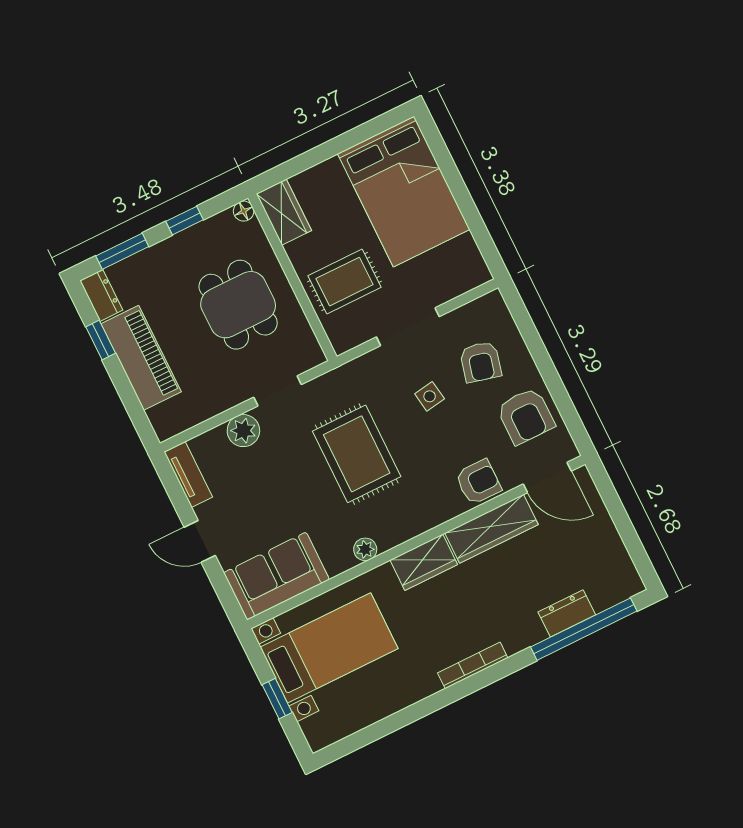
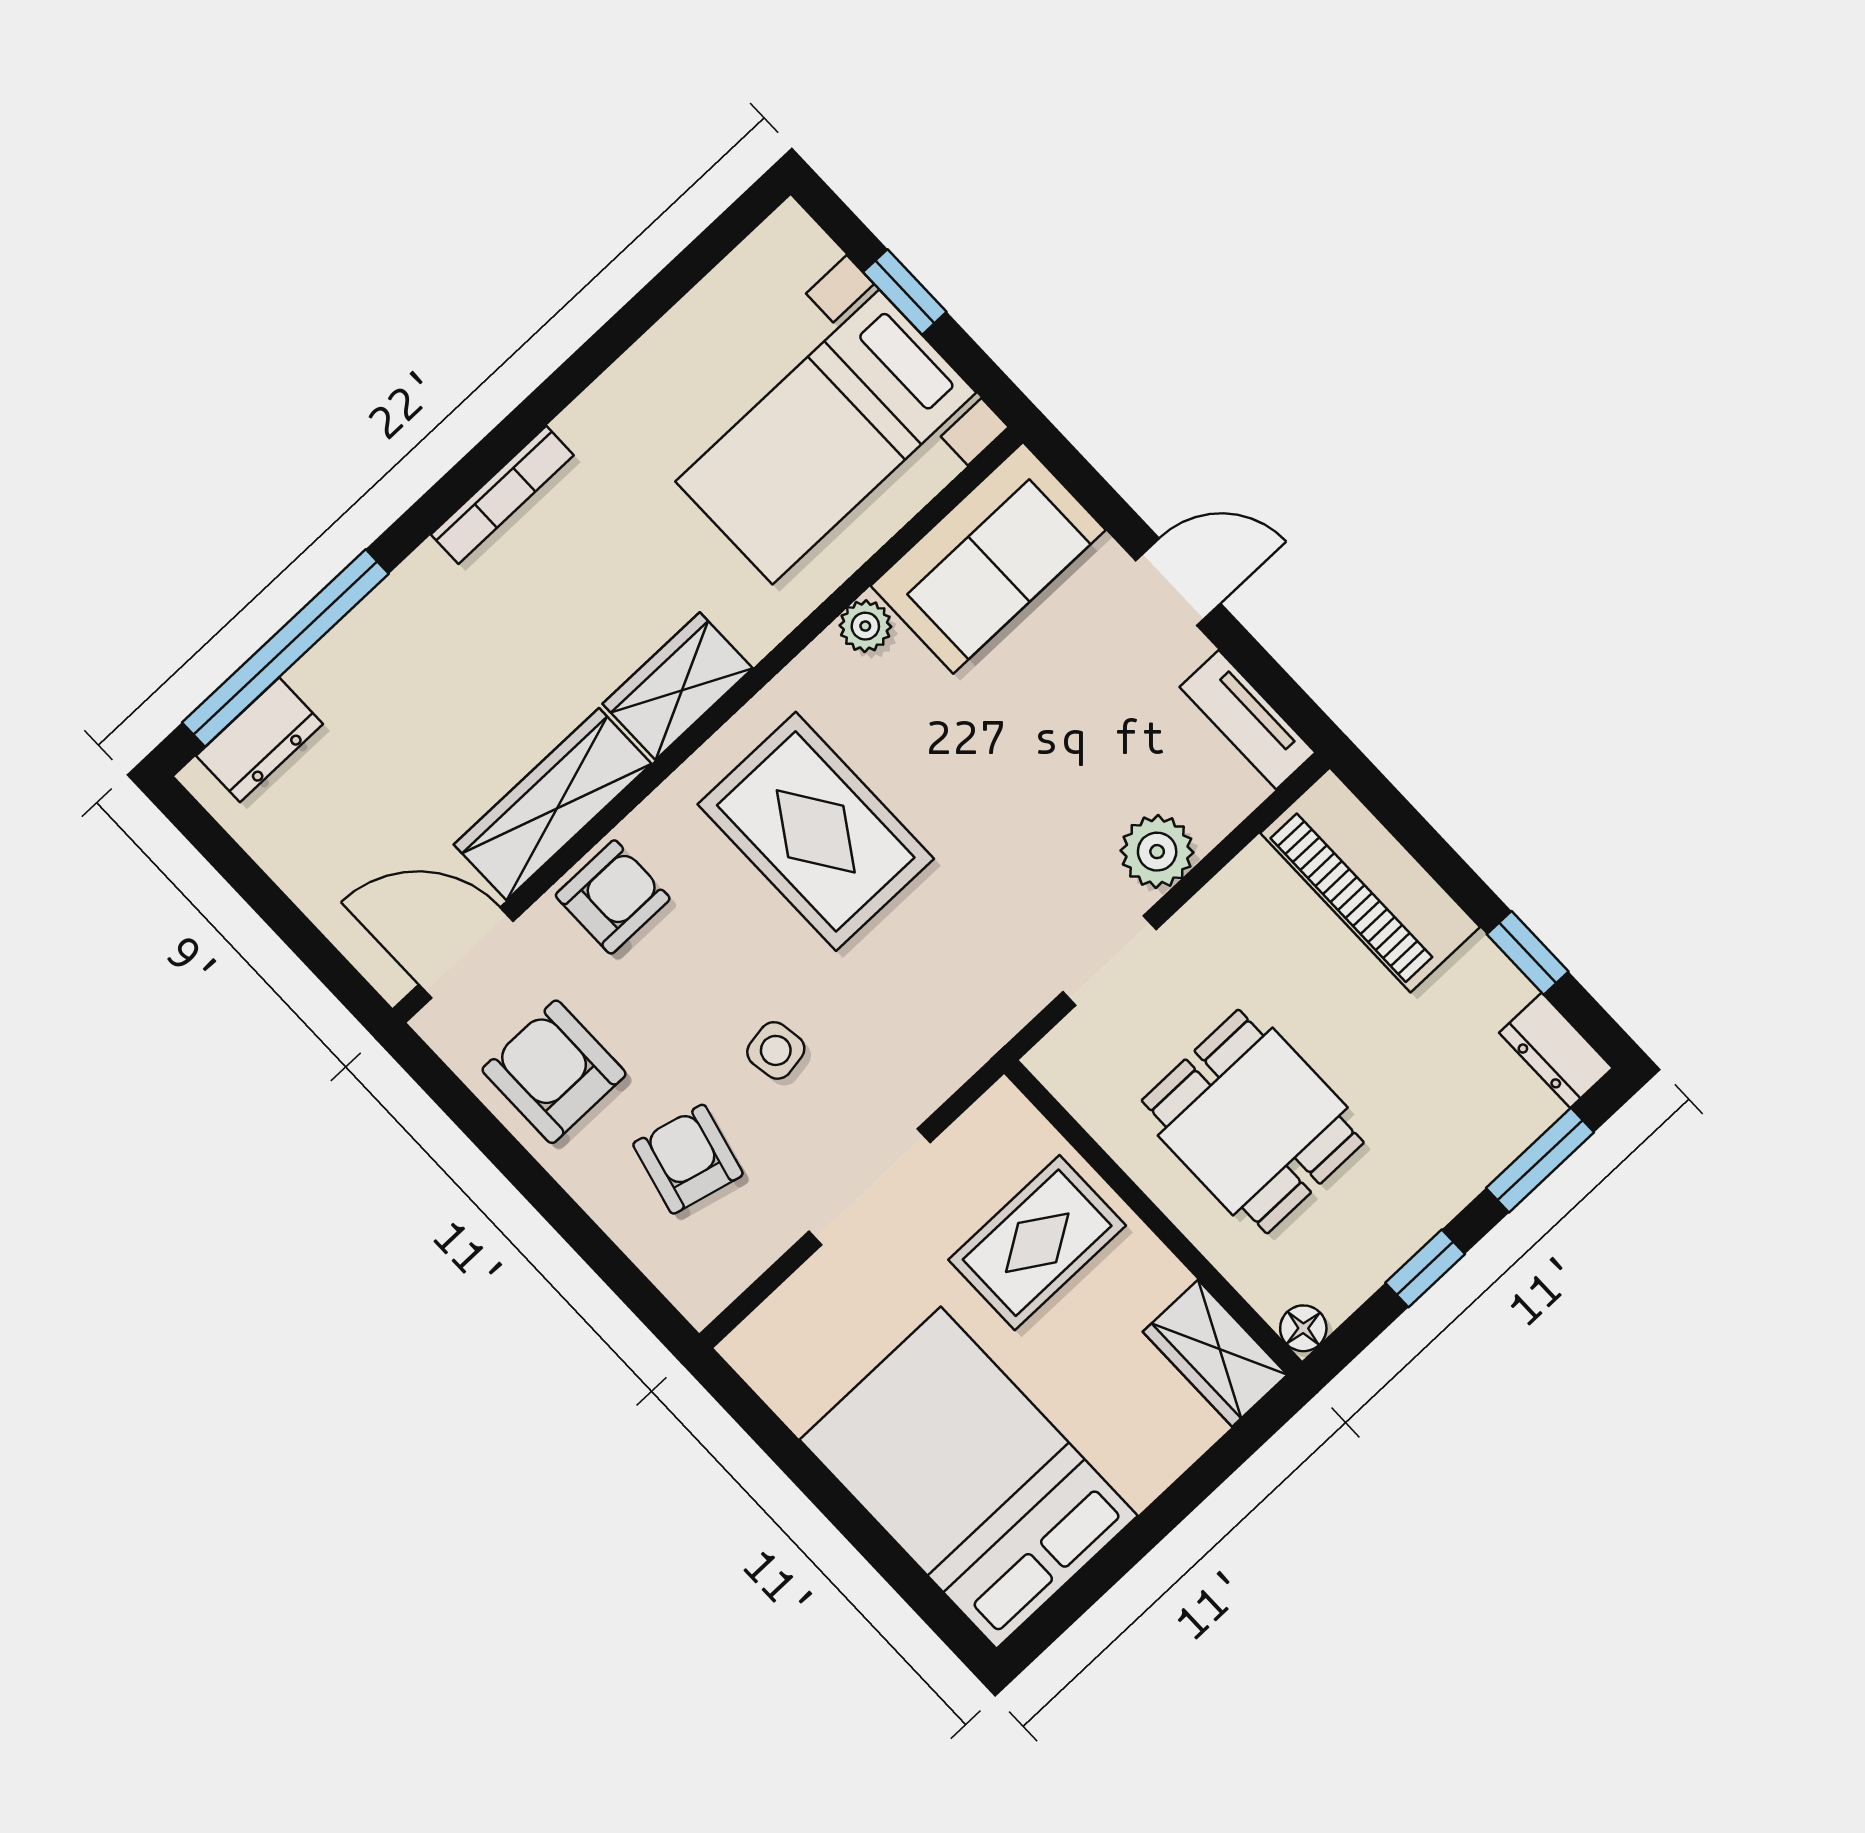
piano: (141, 358) -> (1370, 880), moved
rug: (357, 454) -> (816, 831), moved
armchair: (478, 482) -> (613, 897), turned 180
plant: (365, 549) -> (865, 626), moved
dresser: (567, 613) -> (260, 740), moved

